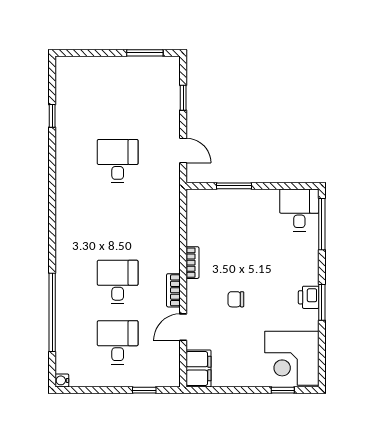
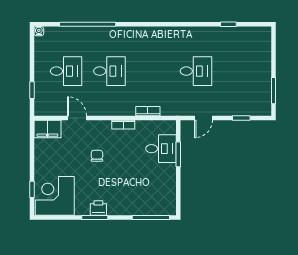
desk: (299, 210) -> (161, 149), moved
bookcase: (173, 290) -> (148, 111), moved

